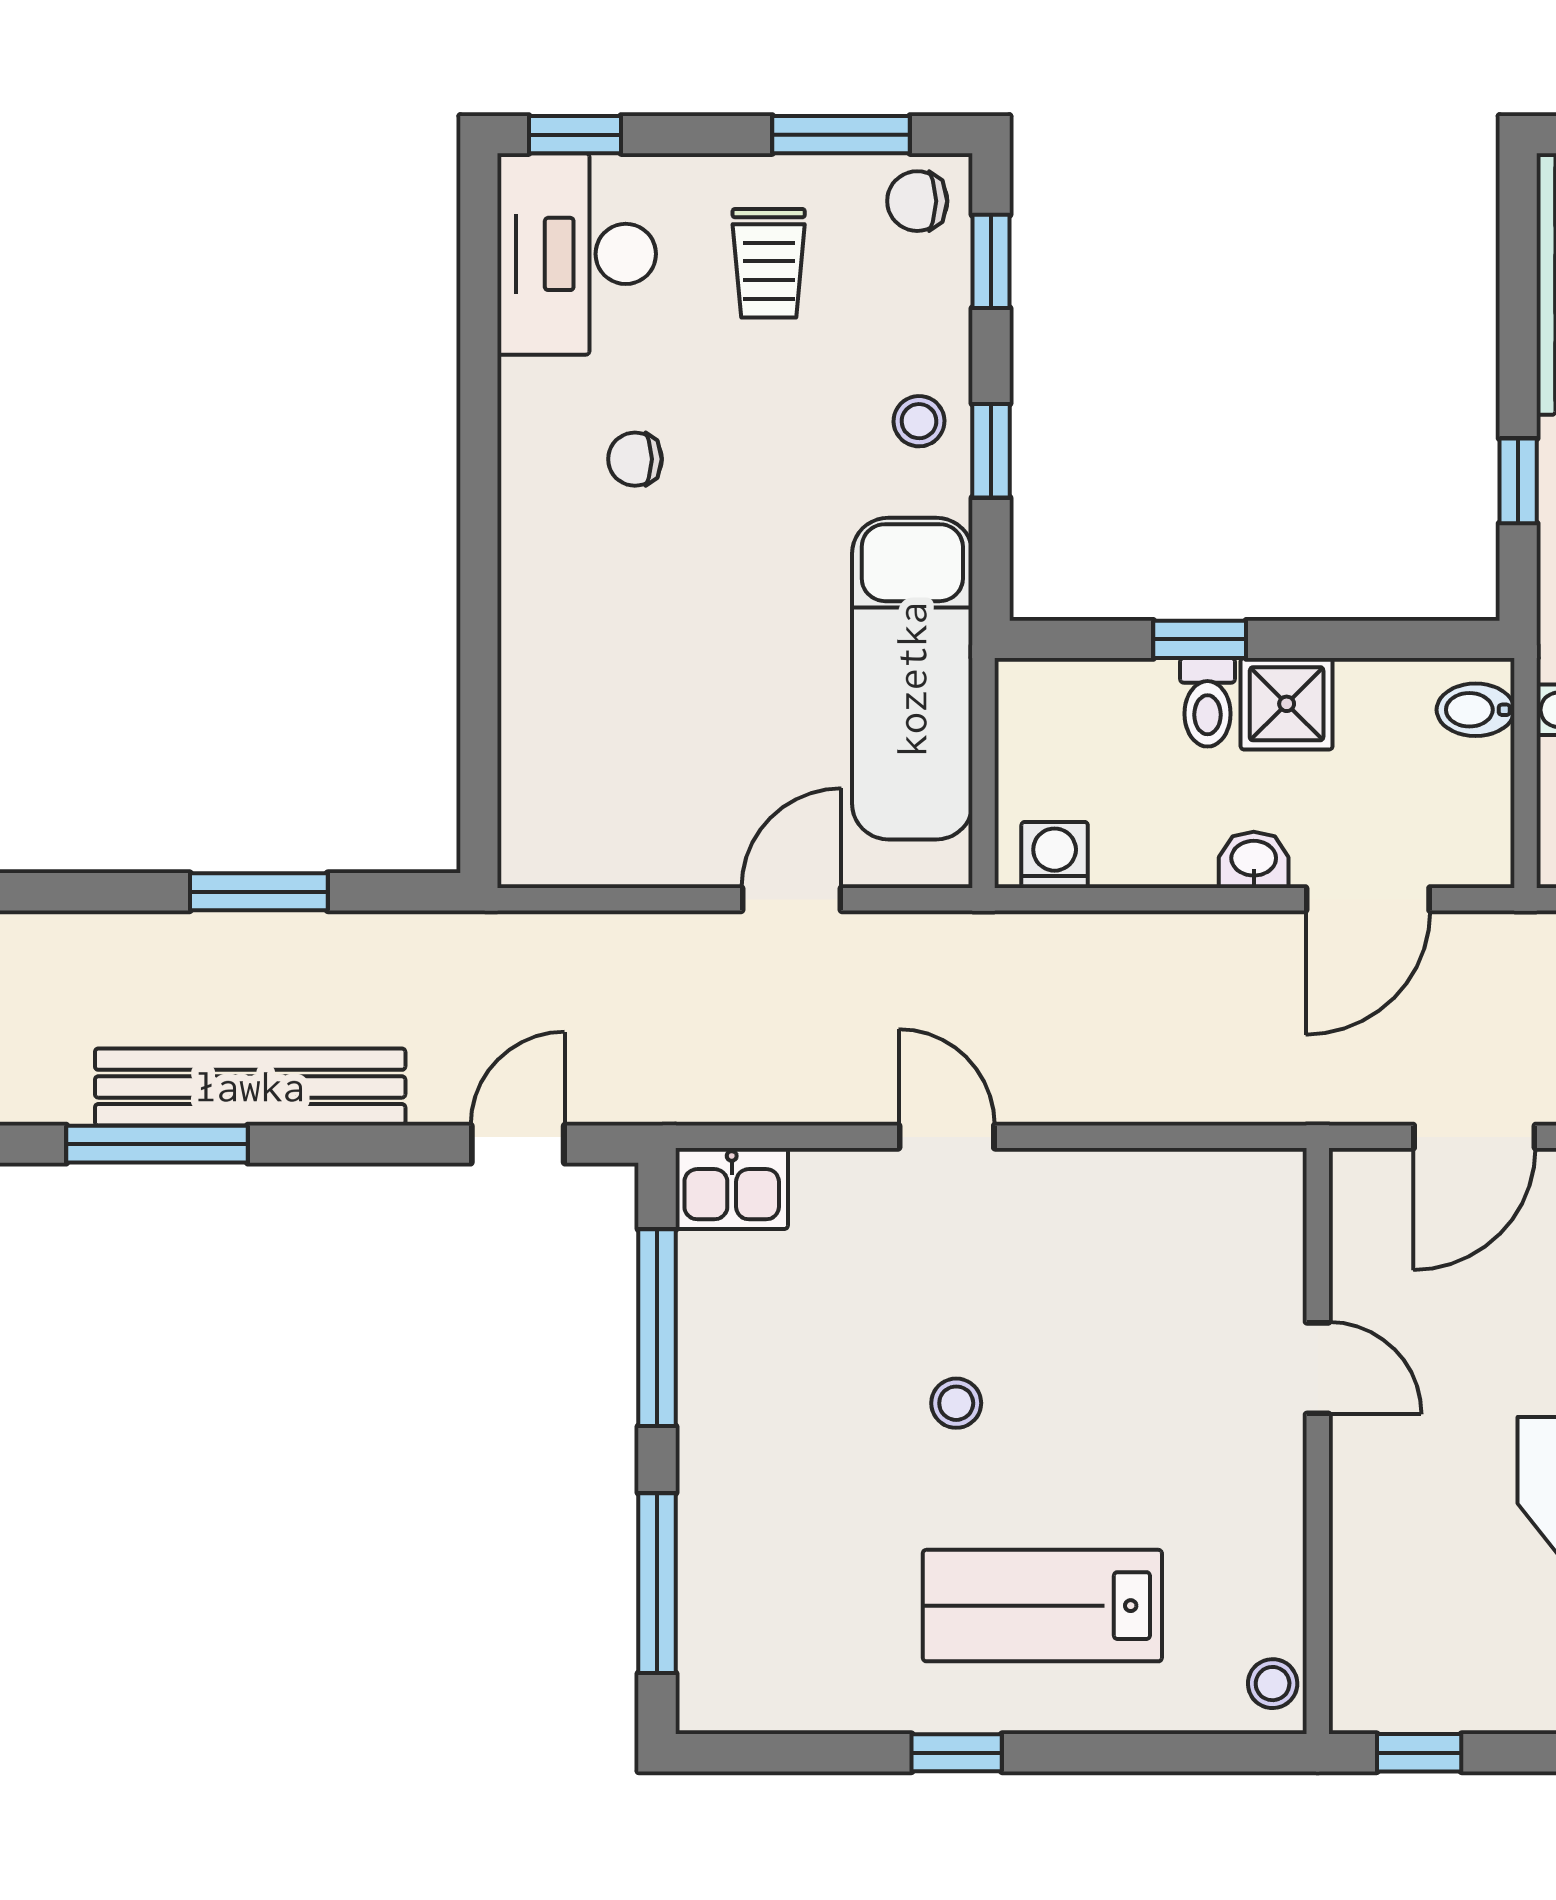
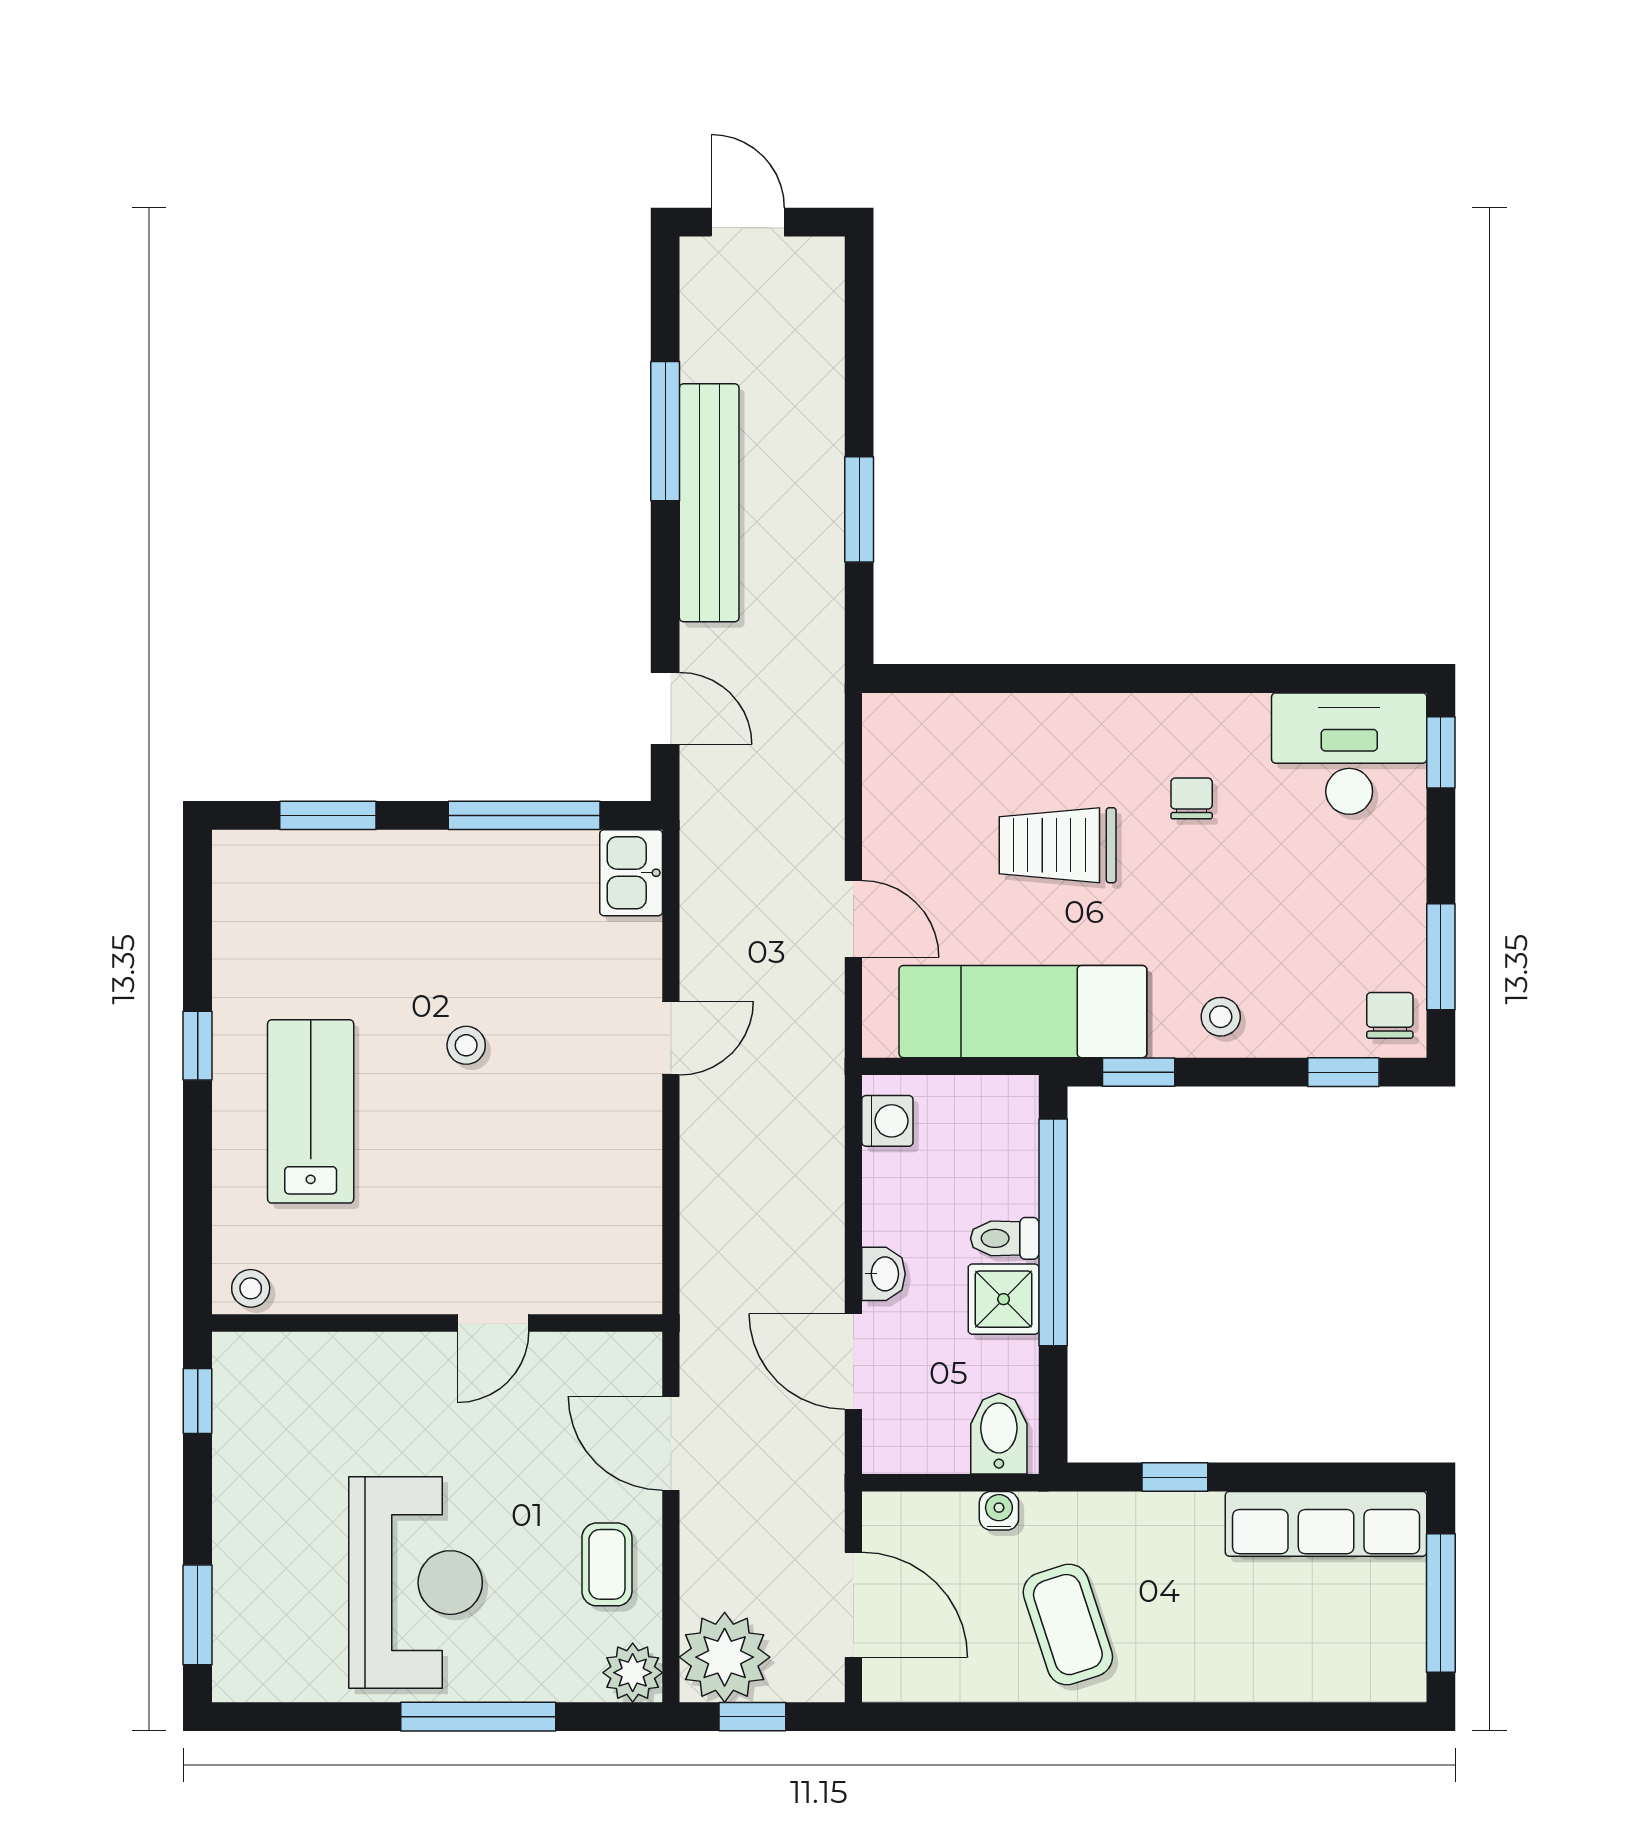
trolley: (769, 263) -> (1058, 845), moved, width x1.36, depth x1.39
window: (991, 451) -> (1139, 1072), moved
window: (1200, 639) -> (1053, 1232), width x3.17
bidet: (1476, 710) -> (999, 1434), width x1.38, depth x1.36
window: (657, 1583) -> (328, 815), width x0.69

